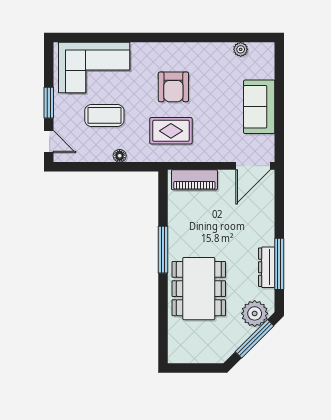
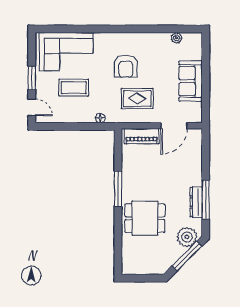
rug: (171, 131) -> (137, 99), moved
floor lamp: (120, 156) -> (100, 118), moved
door: (253, 166) -> (174, 126), moved
dining table: (199, 289) -> (145, 218), width x0.73

